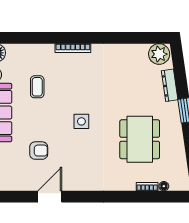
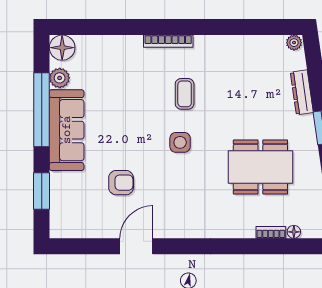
plant: (159, 54) -> (294, 43), width x0.53, depth x0.53
coffee table: (37, 87) -> (185, 94), moved
dining table: (140, 139) -> (260, 167), turned 90

